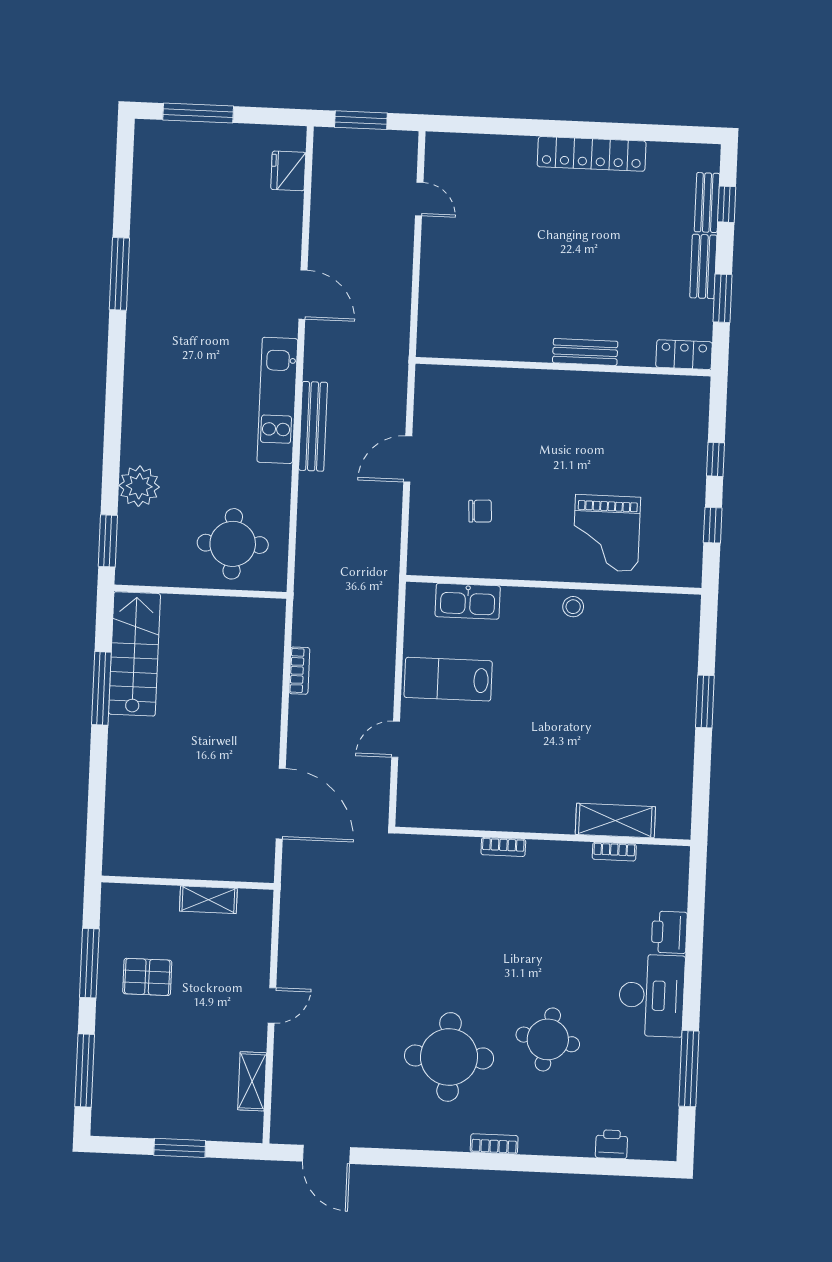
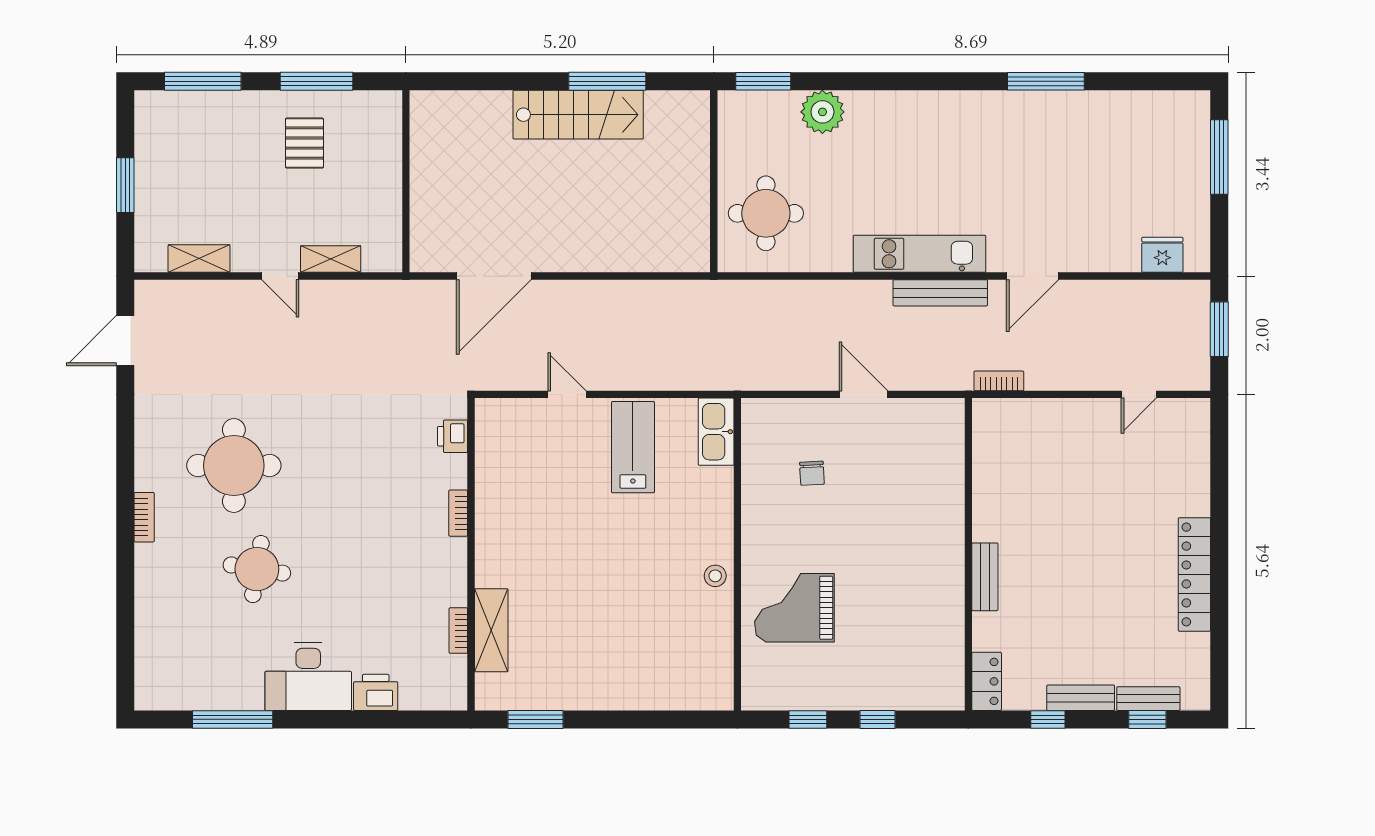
window: (723, 298) -> (1048, 719), width x0.67
bench: (313, 426) -> (940, 293), moved
kitchen sink: (468, 601) -> (716, 432), moved
stairs: (135, 654) -> (578, 115), moved
bookcase: (299, 671) -> (999, 381), moved, turned 180
window: (705, 702) -> (536, 719), moved
shelving: (208, 900) -> (331, 259), moved, turned 90
printer: (612, 1144) -> (453, 436), moved, turned 180

